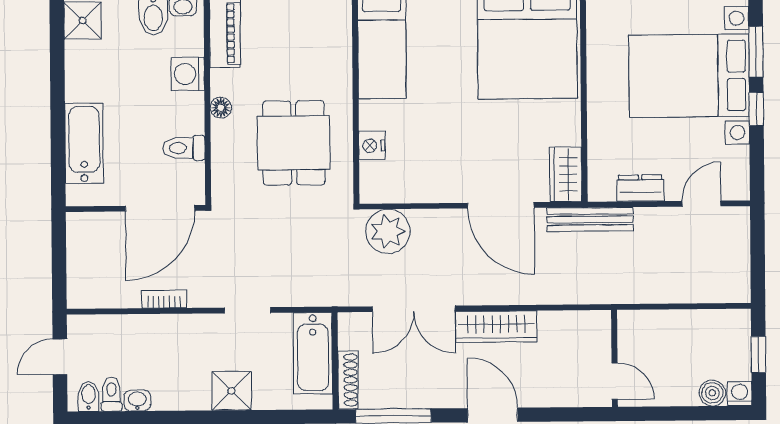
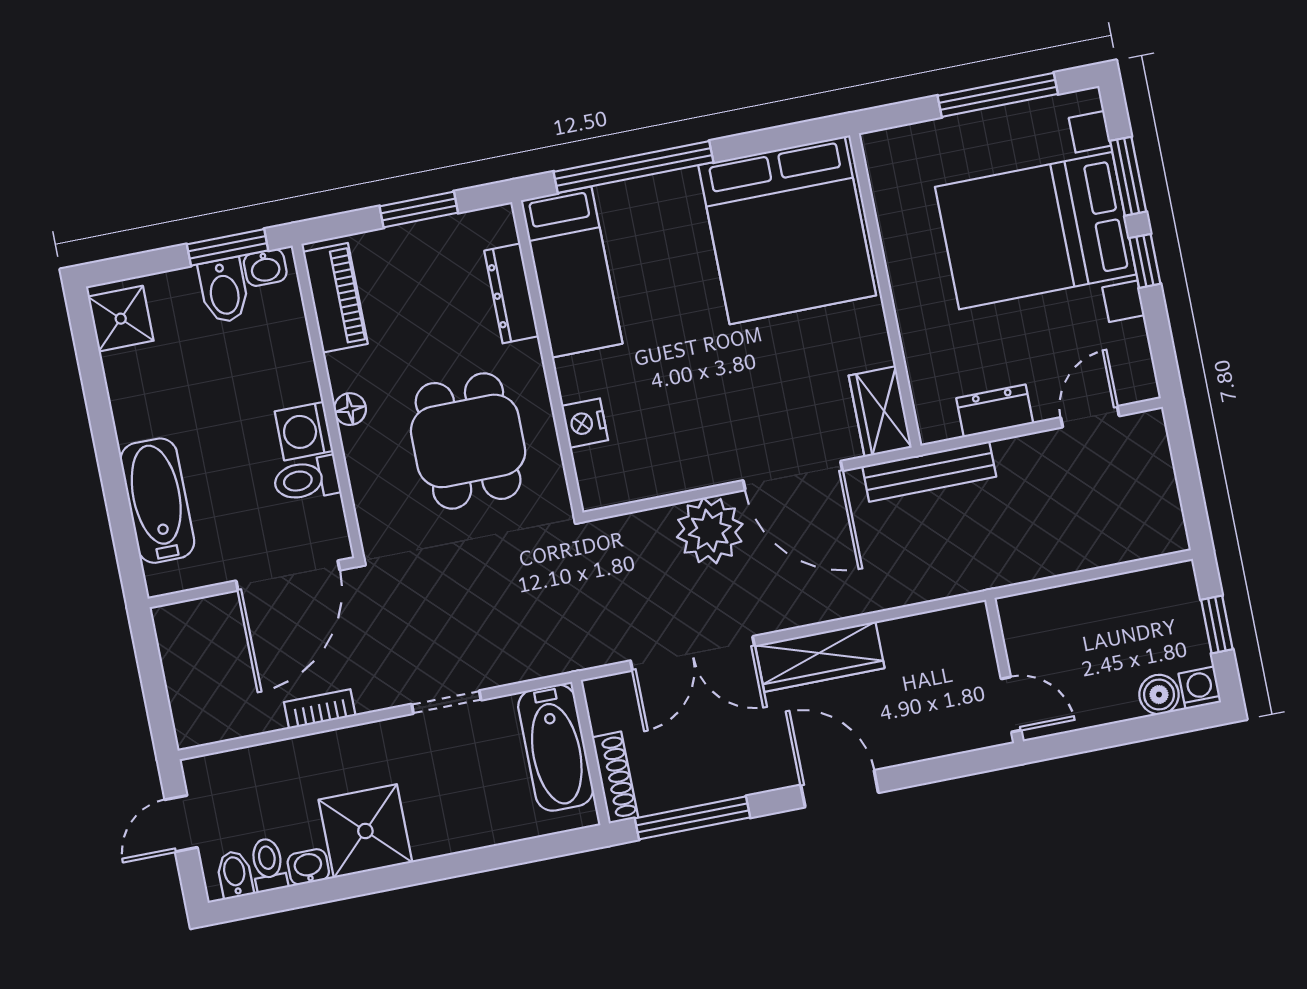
dresser: (340, 52) -> (511, 293), added
washing machine: (188, 74) -> (304, 431), moved
plant: (388, 231) -> (710, 531), moved
shower: (231, 391) -> (365, 831), moved, width x1.36, depth x1.36

